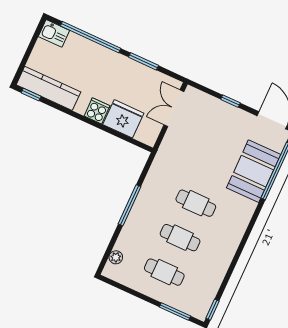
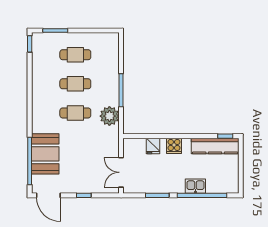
kitchen sink: (54, 33) -> (195, 186), moved
double door: (174, 108) -> (121, 172), swing flipped
fridge: (123, 119) -> (153, 146), width x0.53, depth x0.75
plant: (116, 257) -> (109, 116), moved, width x1.88, depth x1.88

